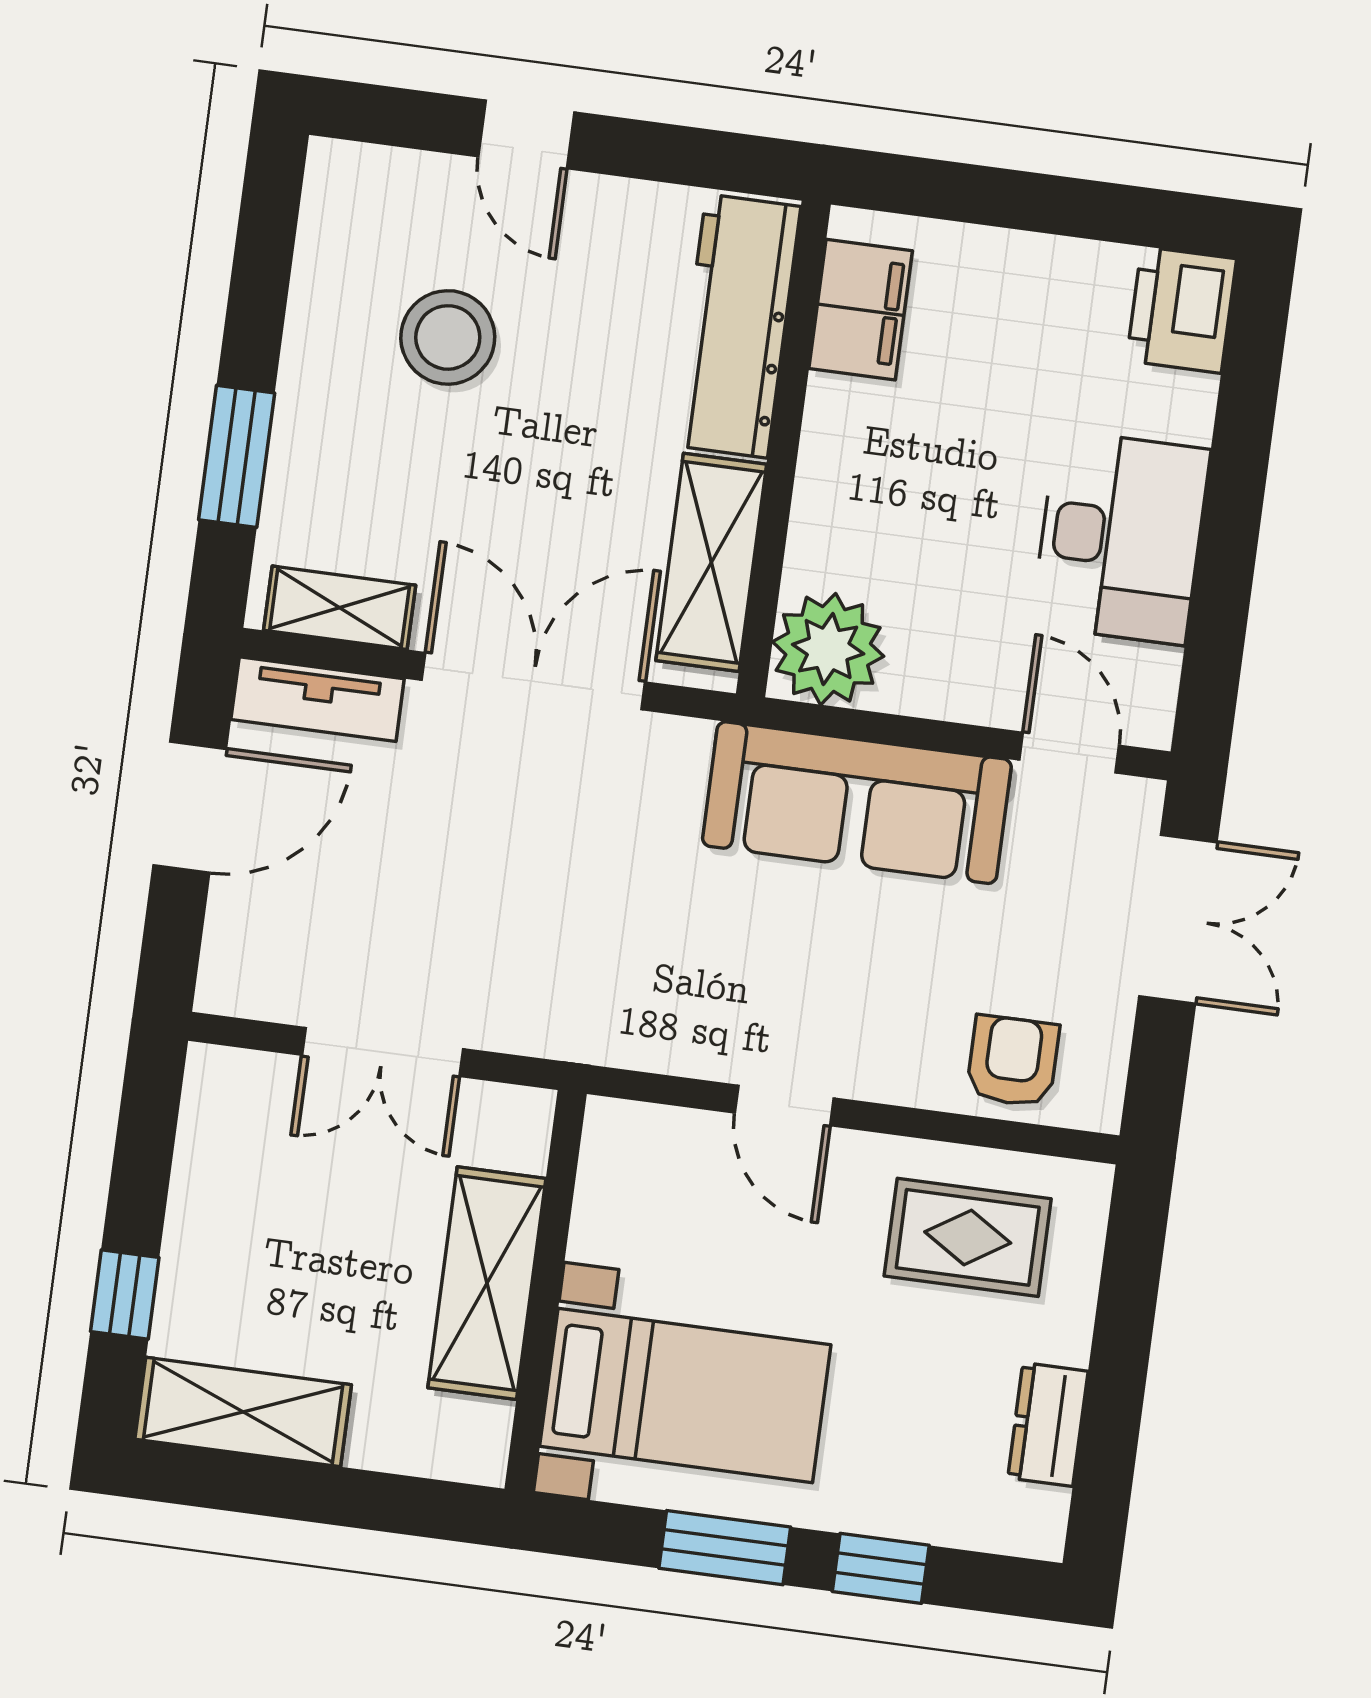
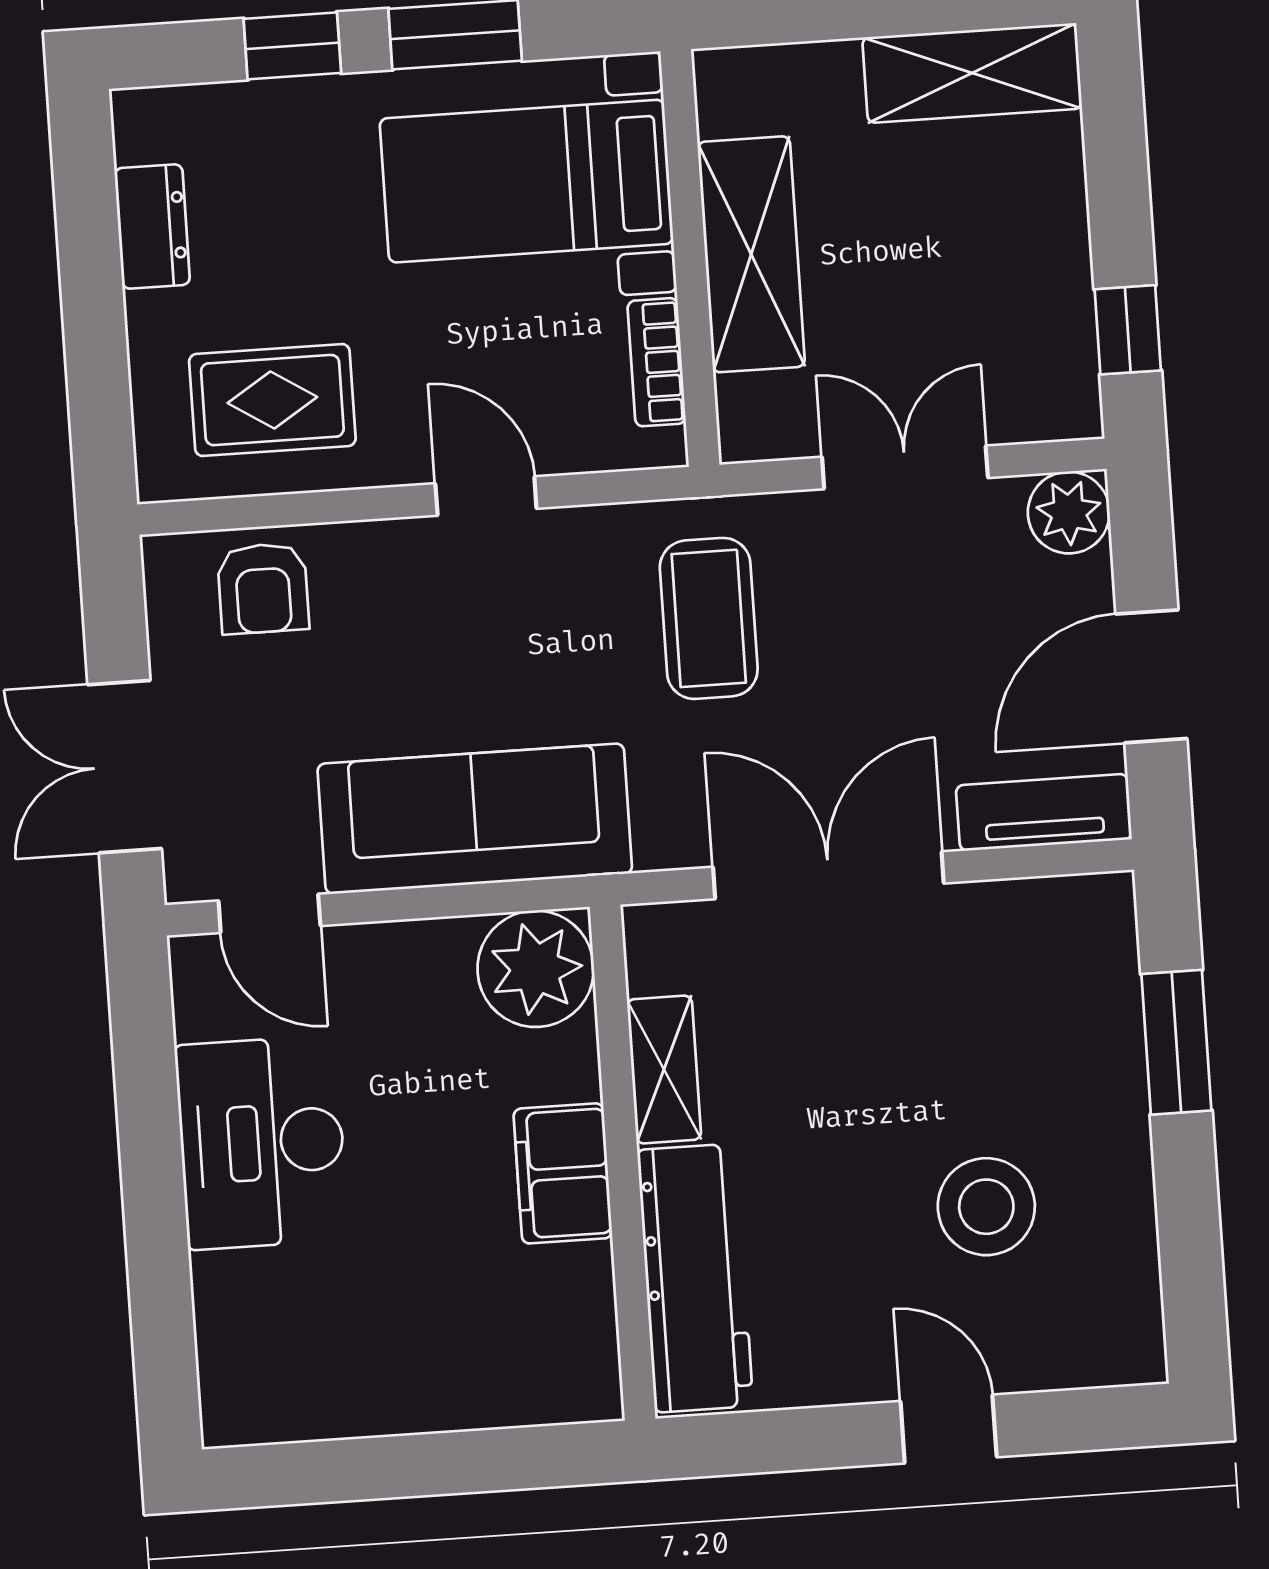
filing cabinet: (861, 310) -> (563, 1173), moved
printer: (1181, 310) -> (247, 1386), removed
shelving: (711, 562) -> (664, 1070), width x0.67, depth x0.75
shelving: (340, 608) -> (1040, 910), removed
double door: (533, 681) -> (828, 875), swing flipped
coffee table: (597, 947) -> (709, 618), added
plant: (236, 978) -> (1069, 513), added
bookcase: (597, 1199) -> (657, 362), added
window: (125, 1295) -> (1128, 330), moved

